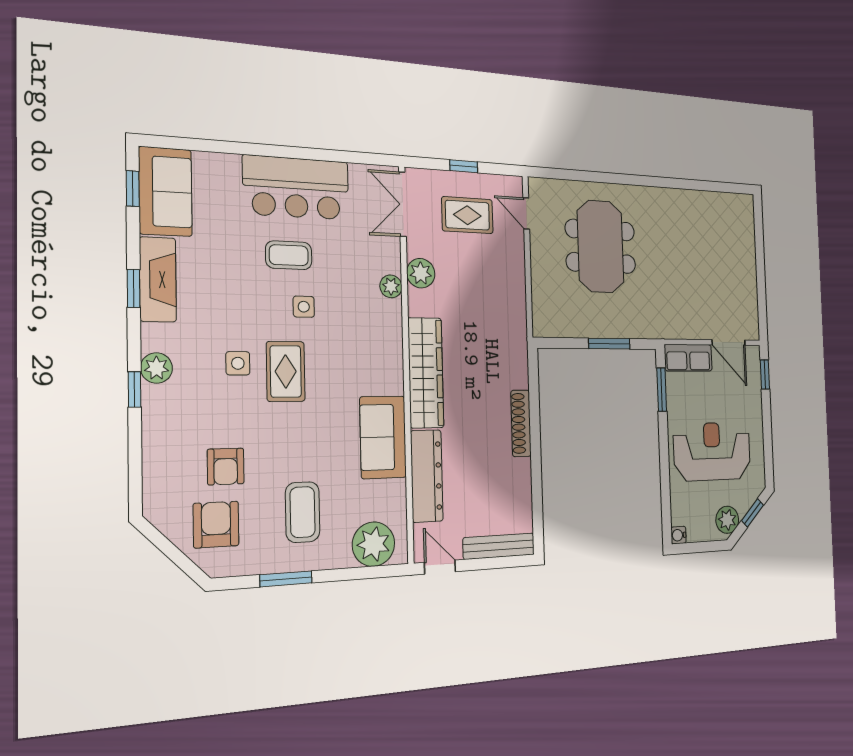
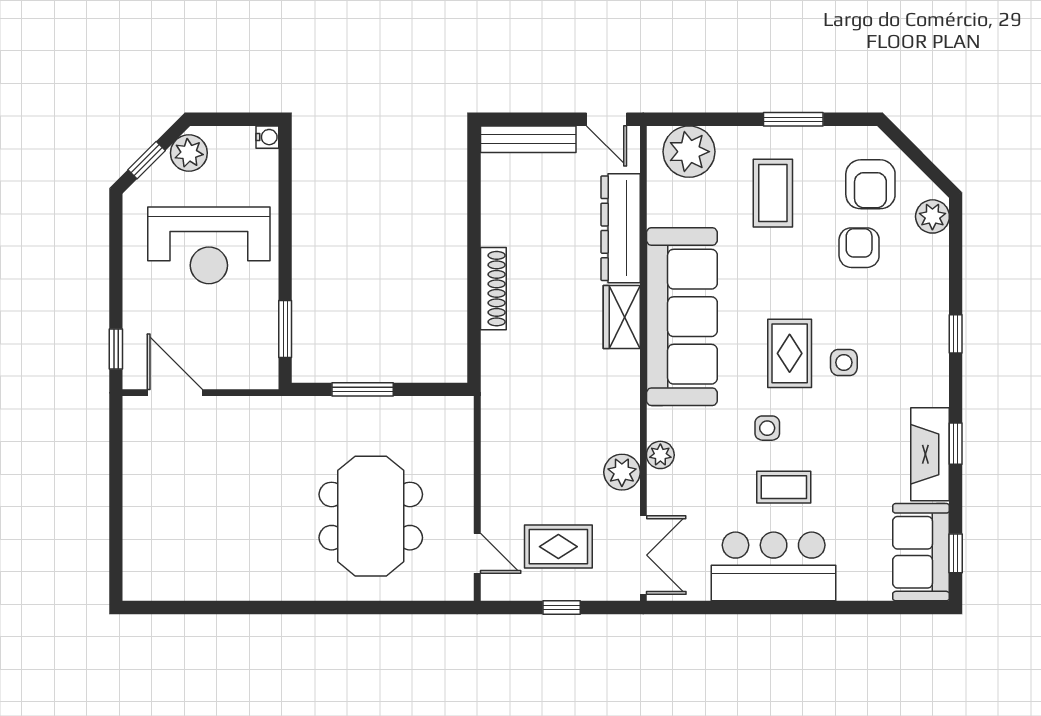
row of seats: (688, 358) -> (241, 372), removed
plant: (156, 368) -> (932, 216), moved
wardrobe: (426, 373) -> (622, 317), width x0.48, depth x0.85
sofa: (383, 437) -> (682, 317), width x1.85, depth x1.27

